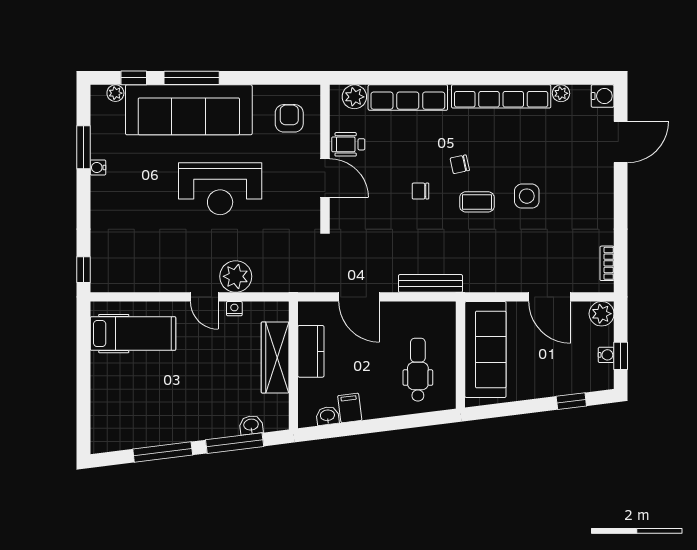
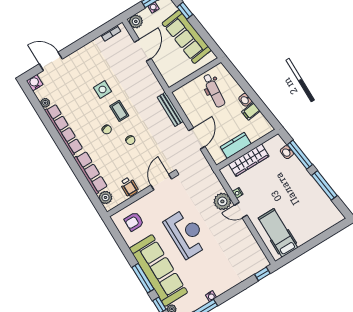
door: (325, 178) -> (161, 182), moved
door: (204, 297) -> (241, 210), swing flipped
sofa: (485, 349) -> (187, 37), moved, turned -97
dental chair: (418, 370) -> (214, 91), turned -85
washbasin: (327, 416) -> (245, 100), moved

